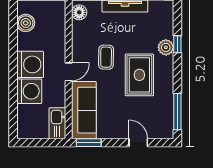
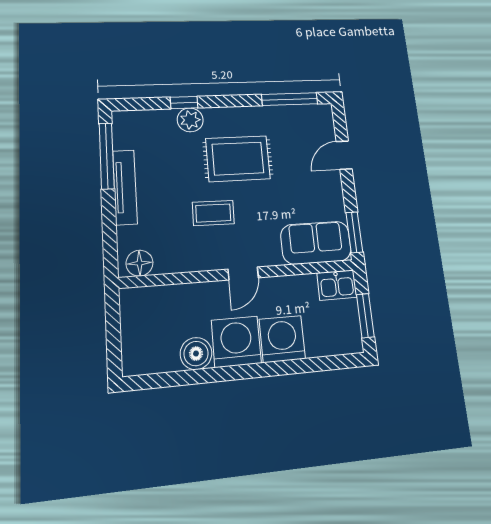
boiler: (26, 23) -> (196, 354), moved
door: (69, 72) -> (243, 273), swing flipped
sofa: (84, 110) -> (316, 243), width x0.73
kitchen sink: (57, 123) -> (337, 285), width x0.73
window: (38, 143) -> (365, 316), added

